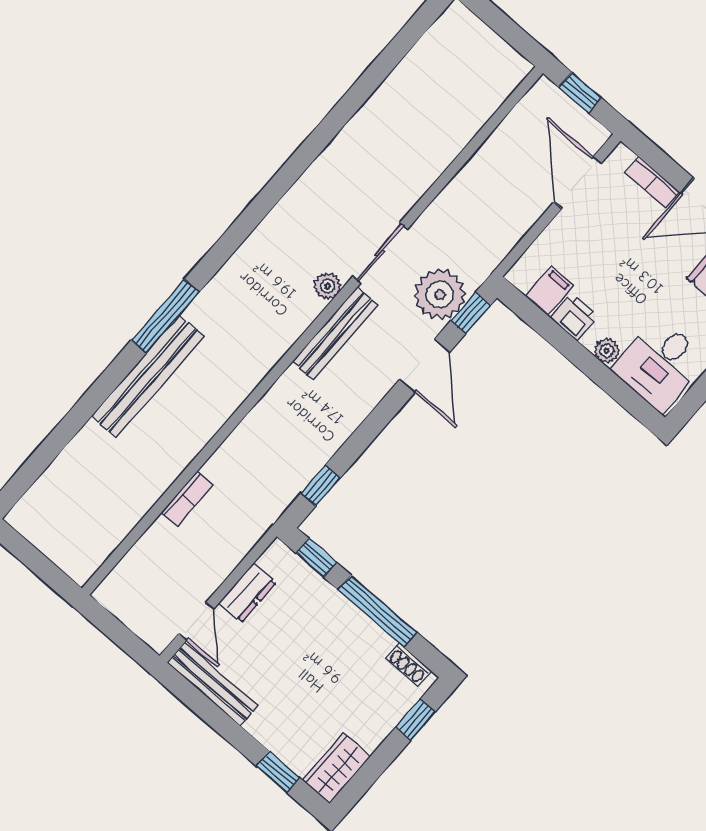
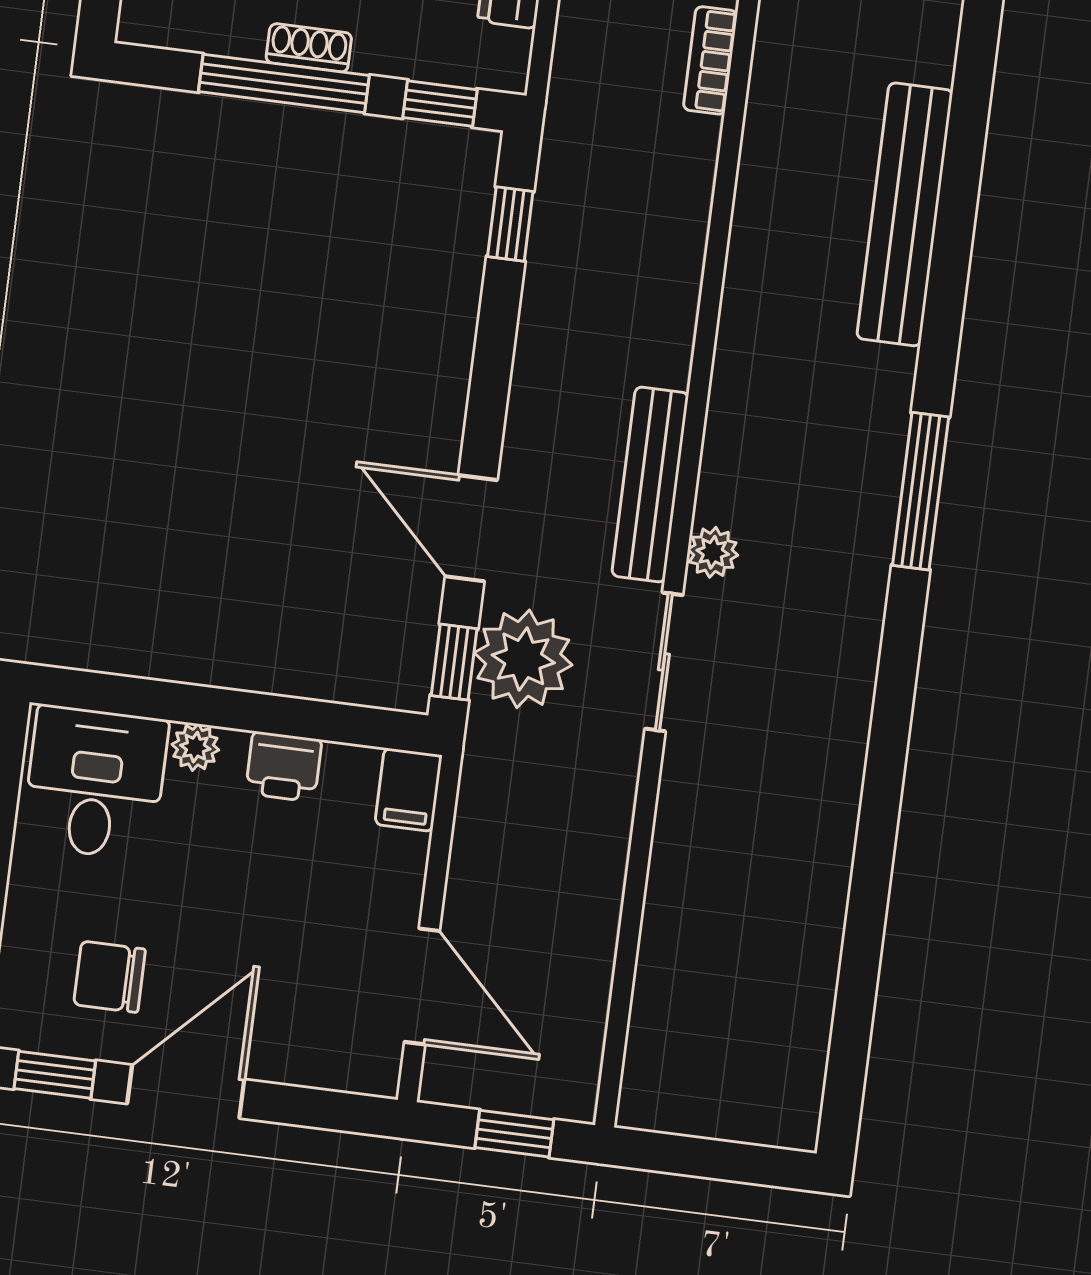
bookcase: (652, 182) -> (303, 1067), removed
filing cabinet: (550, 291) -> (409, 790), moved
window: (165, 316) -> (921, 491), moved
shoe rack: (408, 665) -> (309, 48), moved

